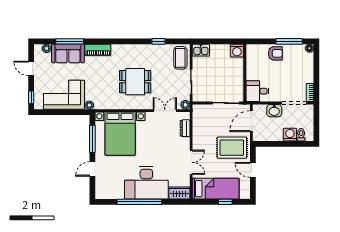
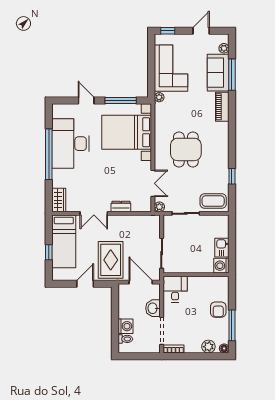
kitchen sink: (201, 50) -> (222, 248), moved
plant: (308, 62) -> (208, 347), added
dresser: (185, 128) -> (121, 206), moved
desk: (146, 183) -> (71, 144), moved

